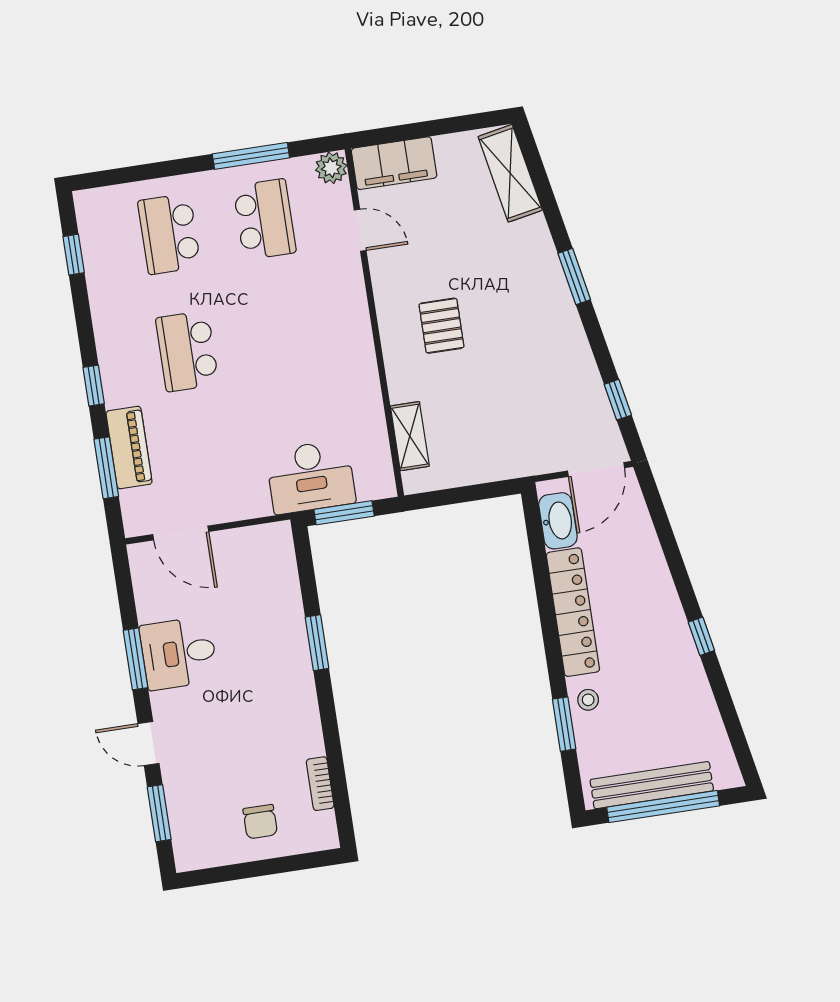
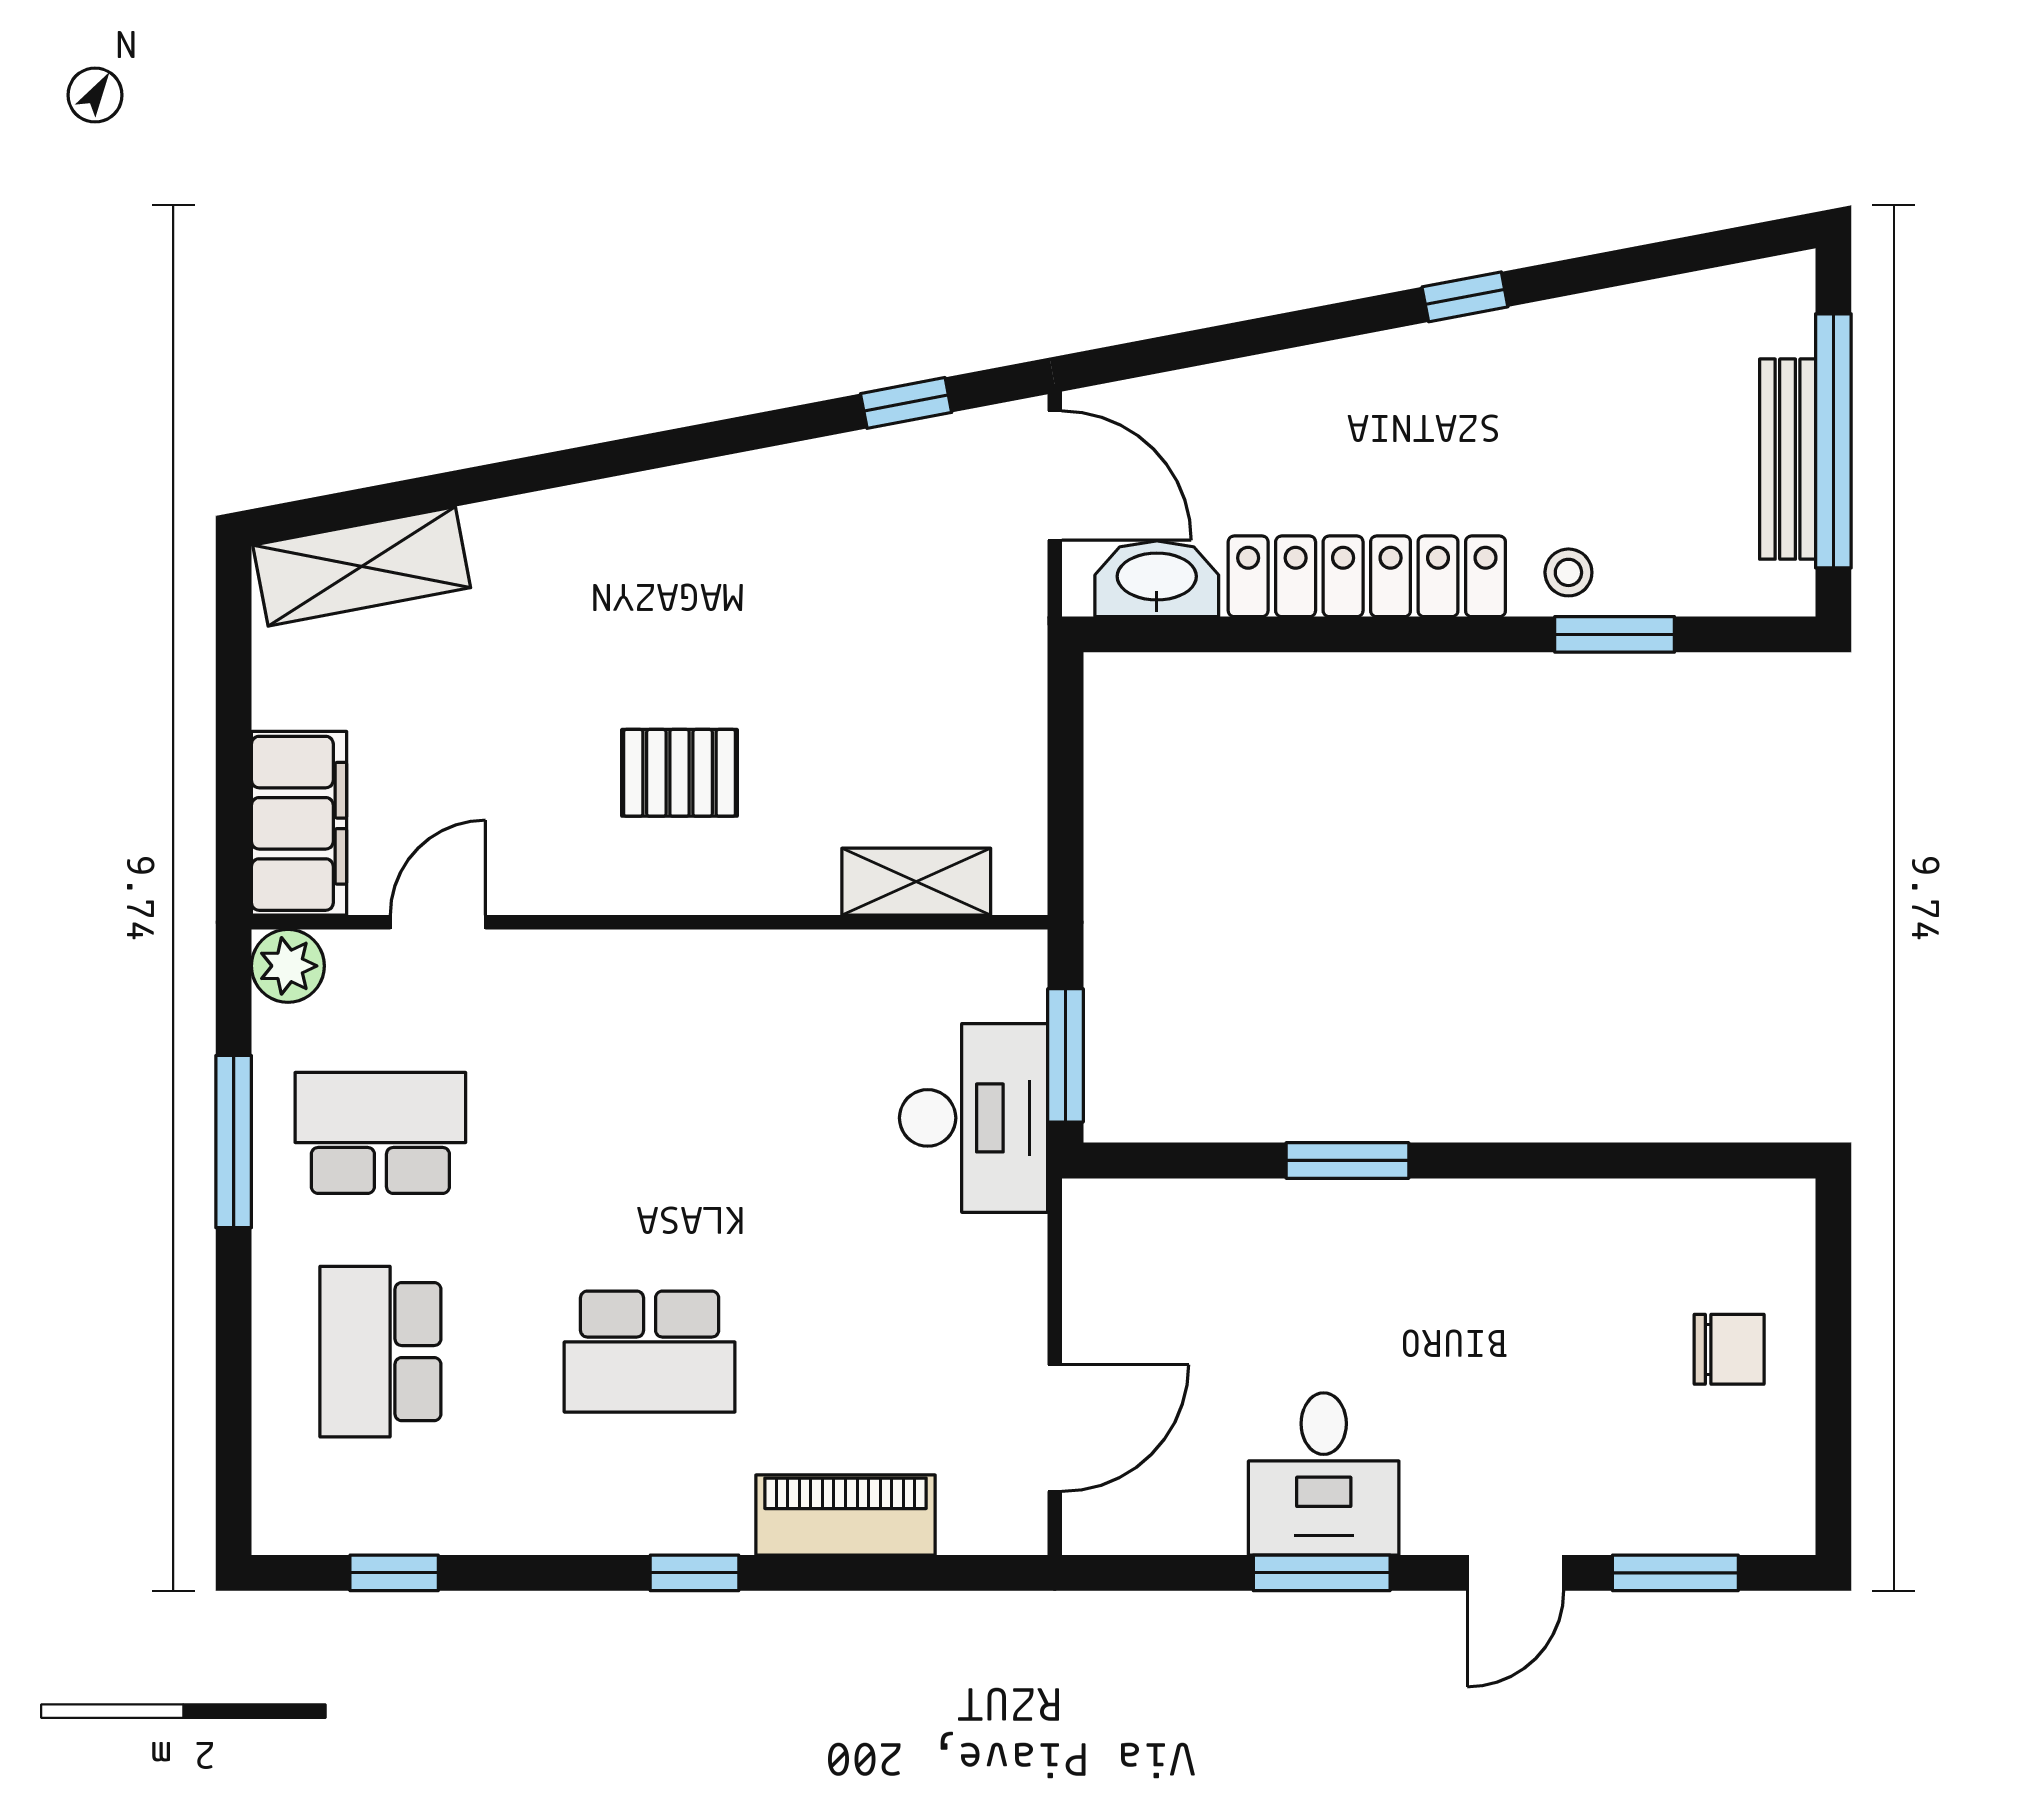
school desk: (169, 234) -> (380, 1352), turned 90
window: (574, 277) -> (615, 458), removed
window: (106, 468) -> (883, 1573), removed
bookcase: (320, 784) -> (1664, 1202), removed
bench: (652, 785) -> (1788, 459), width x0.73, depth x0.82

